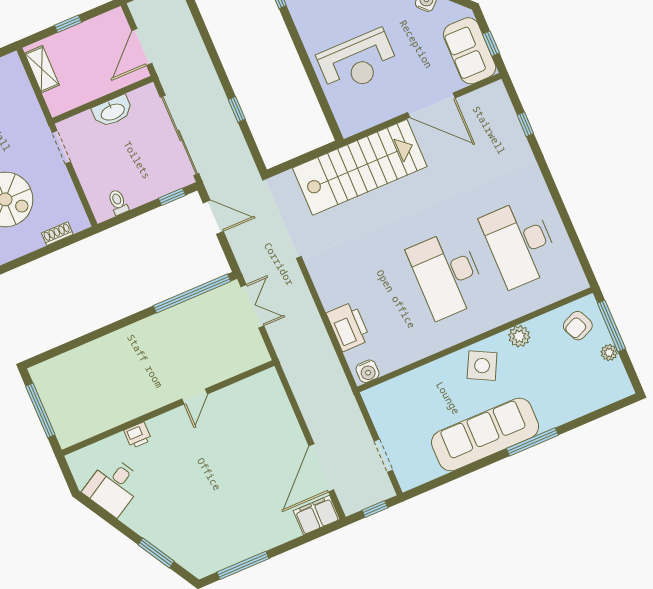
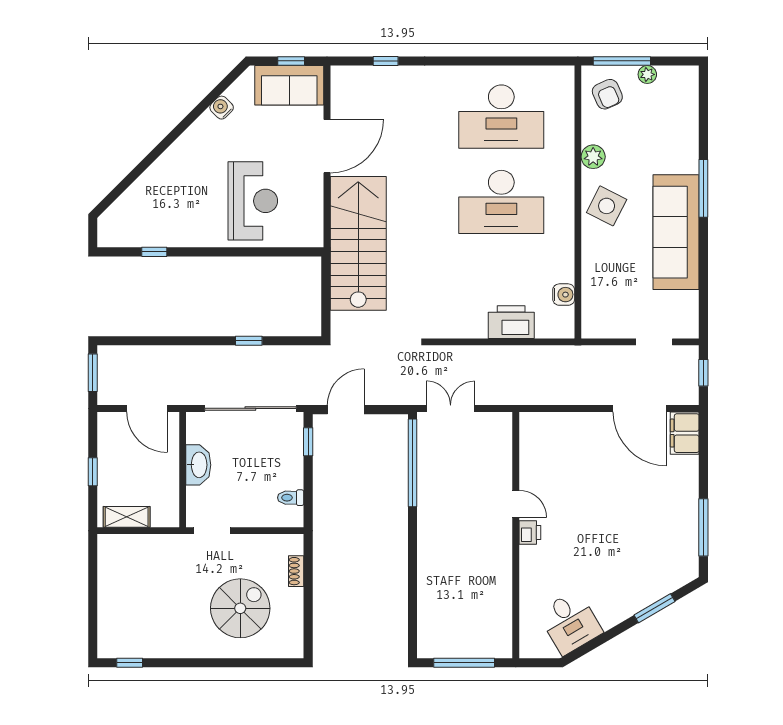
water cooler: (367, 371) -> (564, 295), moved
printer: (138, 435) -> (530, 533), moved

